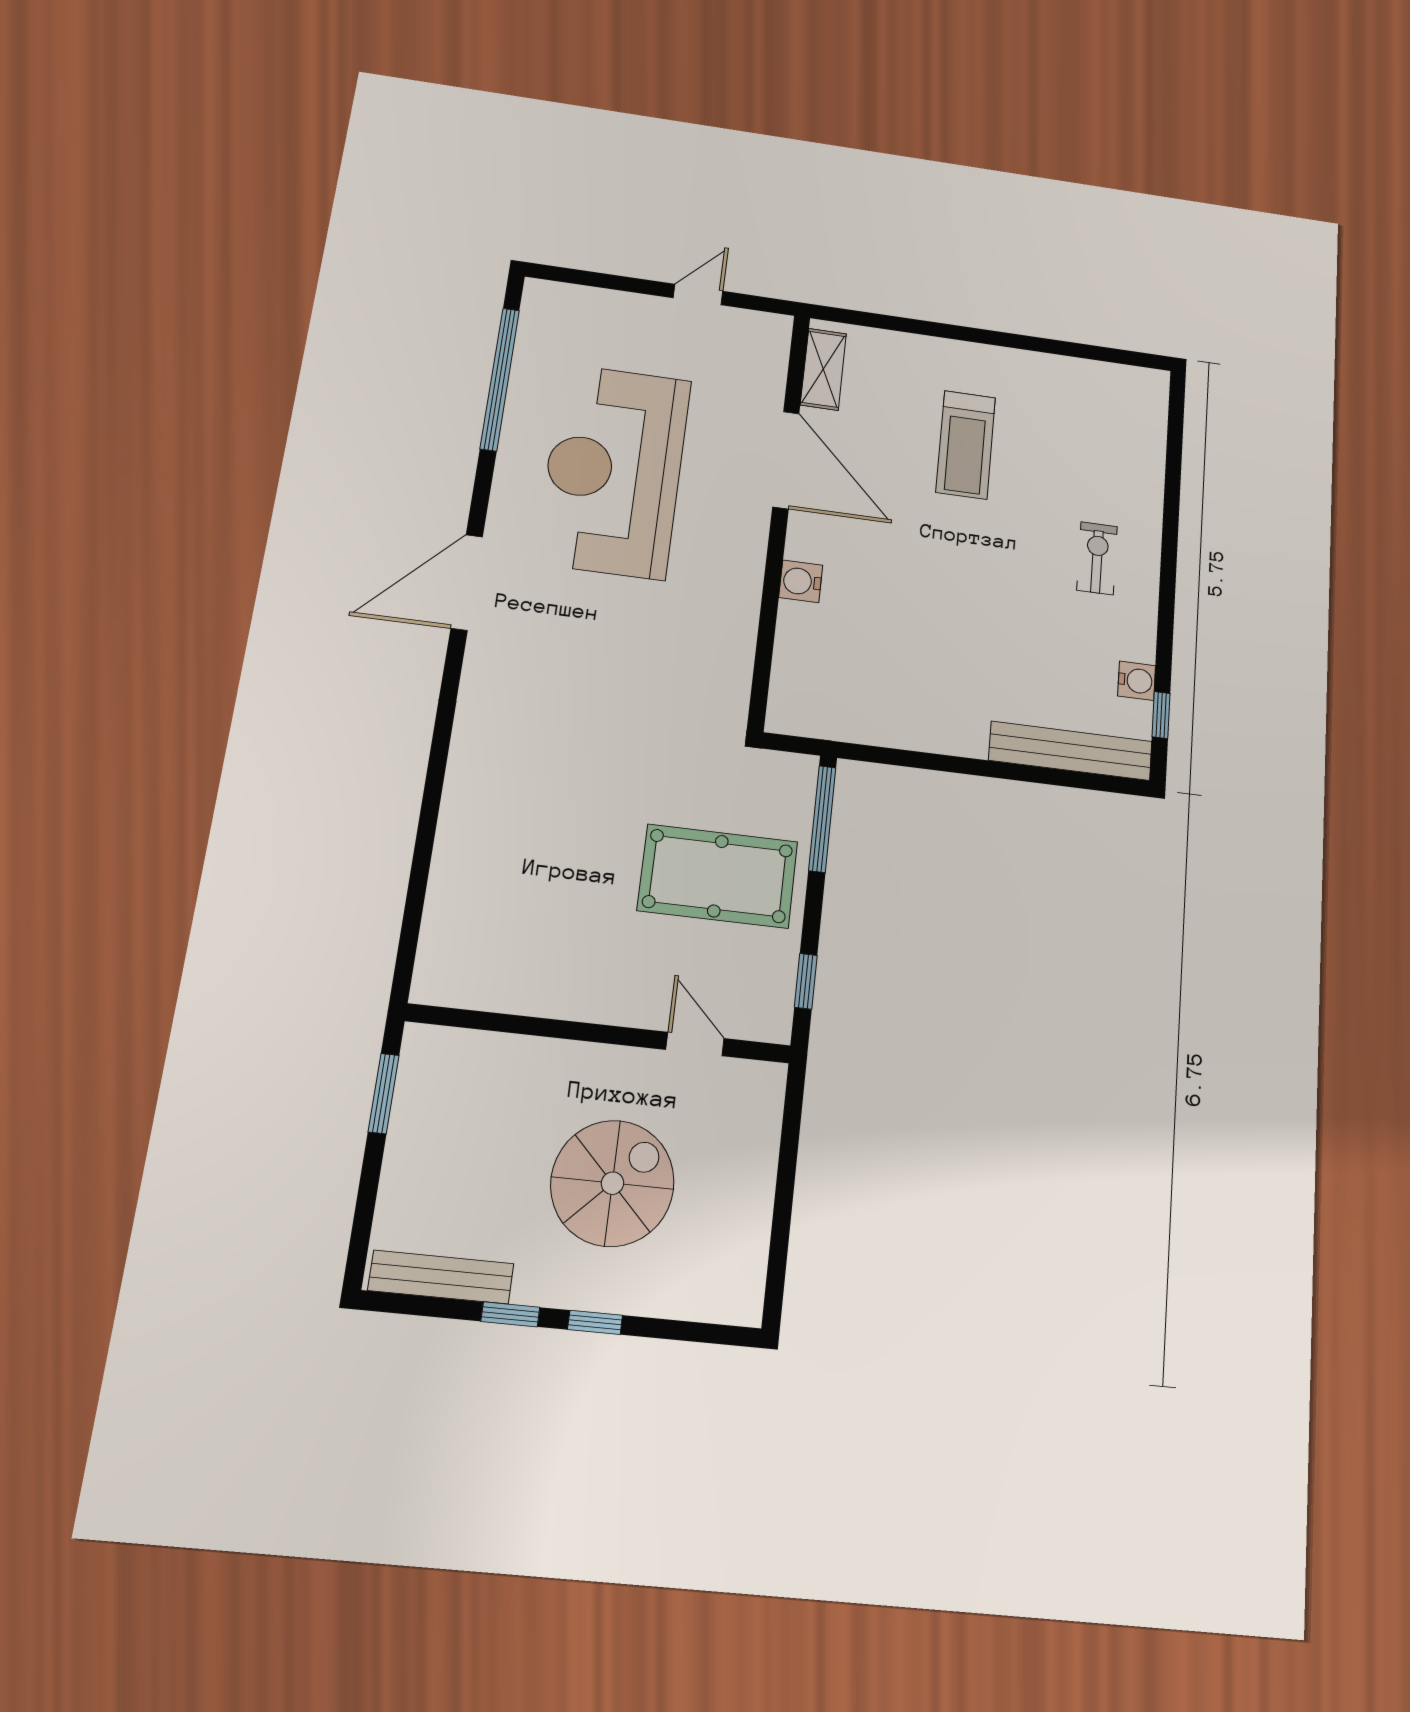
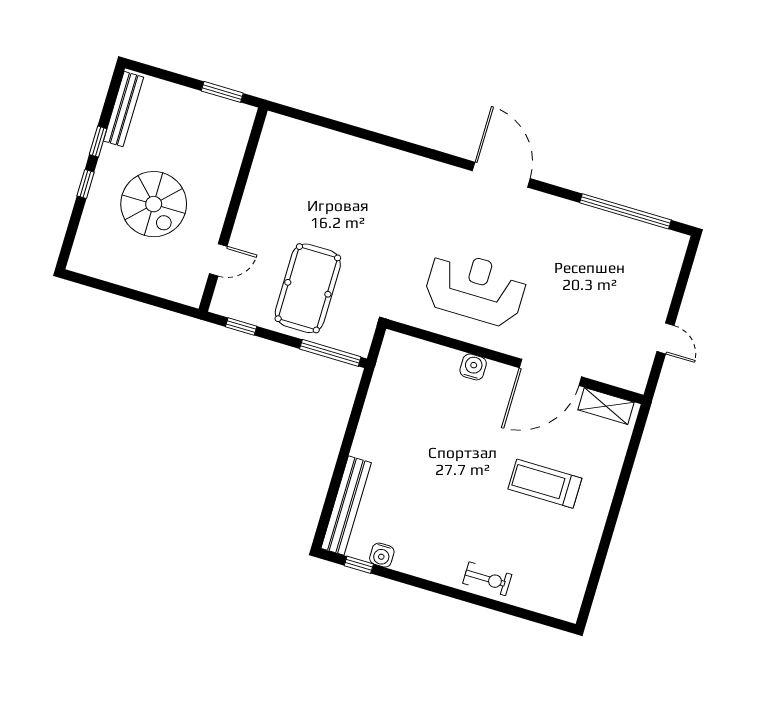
reception desk: (614, 471) -> (475, 288), moved, width x0.74, depth x0.77
exercise bike: (1097, 558) -> (487, 579), moved

